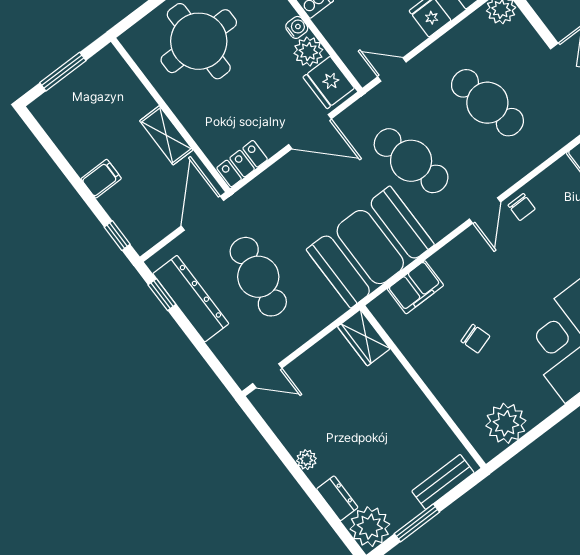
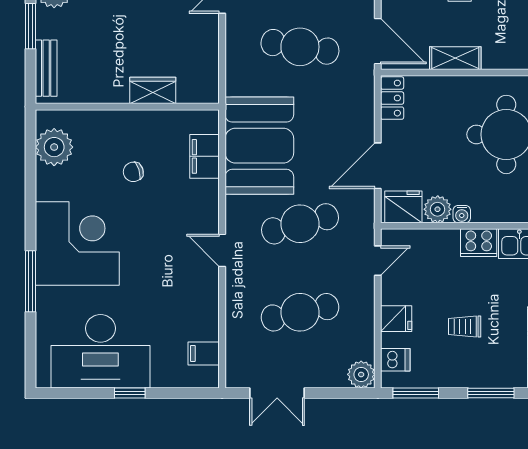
chair: (522, 207) -> (204, 279), removed
wardrobe: (364, 338) -> (153, 90), moved

